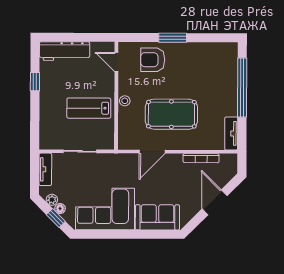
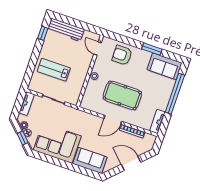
window: (173, 38) -> (152, 49), moved
sofa: (215, 55) -> (165, 66), added
window: (35, 82) -> (43, 33), moved
lab bench: (89, 108) -> (54, 70), moved
door: (152, 152) -> (113, 120), moved
door: (215, 202) -> (131, 163), hinge flipped

